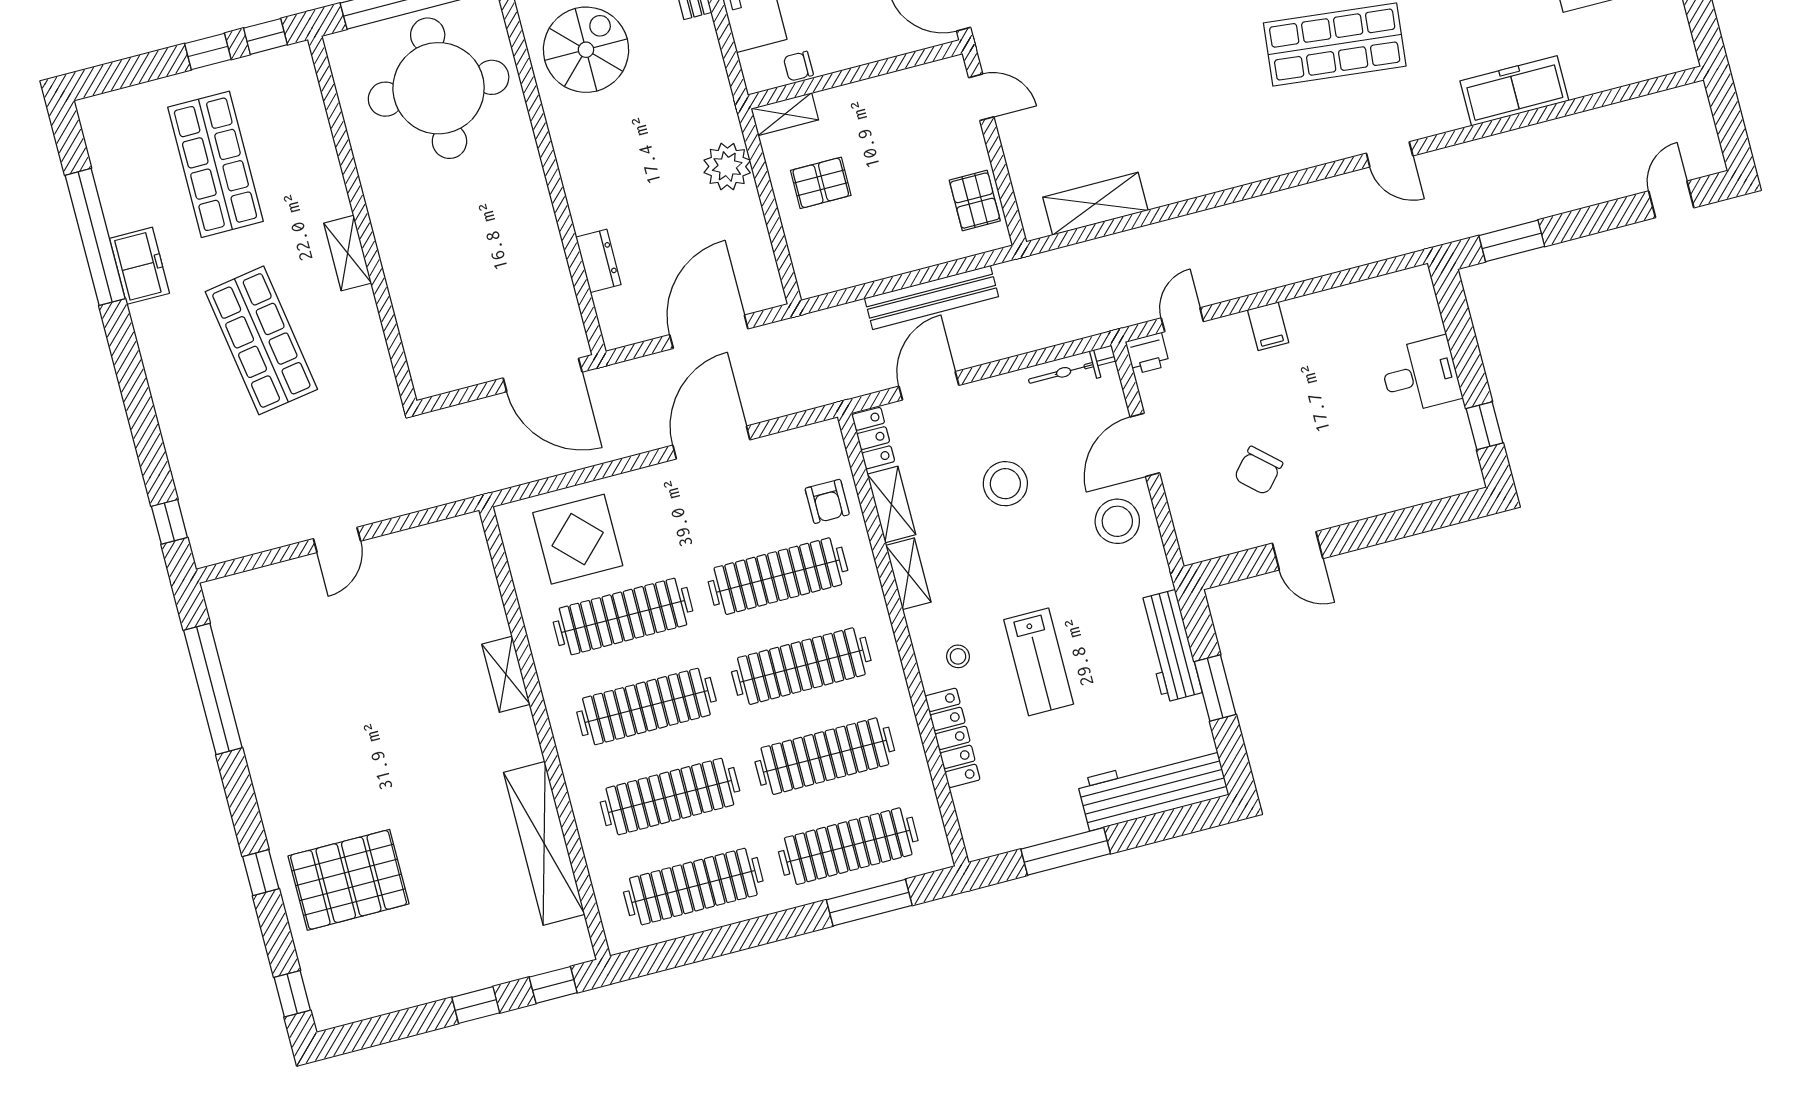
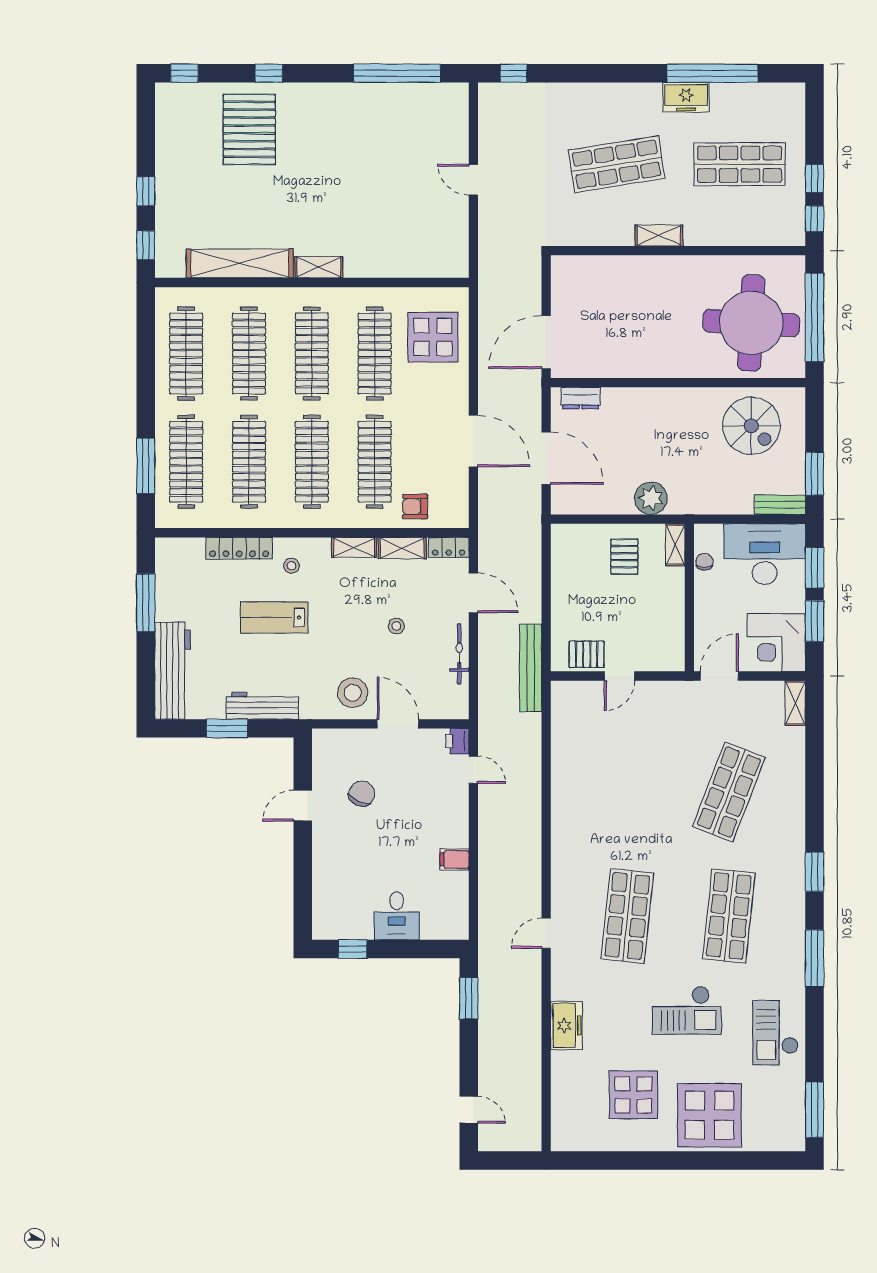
freezer: (1514, 91) -> (566, 1026), width x0.71
door: (981, 97) -> (620, 676), moved
shelving: (1095, 204) -> (564, 733), removed
dresser: (598, 261) -> (581, 398), moved
bench: (931, 297) -> (531, 668), moved
filing cabinet: (1268, 326) -> (454, 859), moved
bicycle: (1072, 370) -> (459, 654), moved
chair: (1258, 471) -> (362, 794), turned 73
stool: (1005, 484) -> (396, 626), width x0.53, depth x0.53
shelving: (506, 674) -> (319, 267), moved

